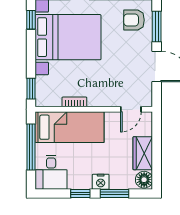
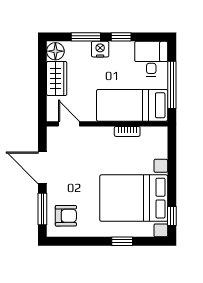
window: (31, 89) -> (172, 145), removed
door: (131, 109) -> (69, 124), hinge flipped

